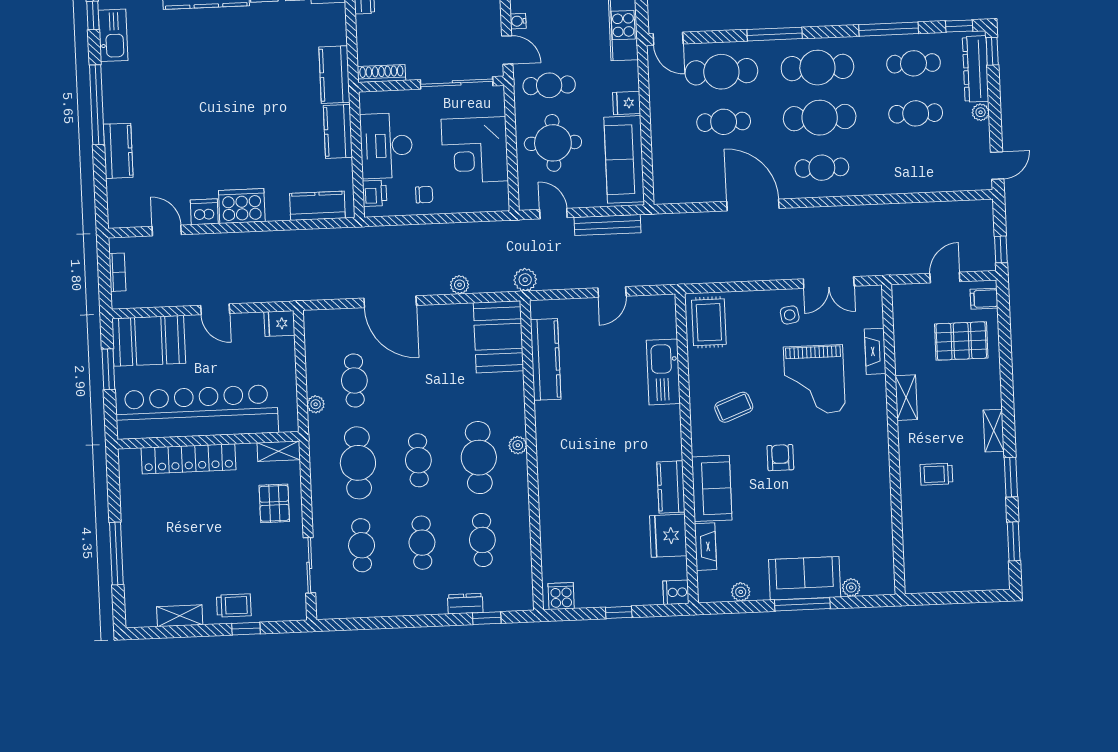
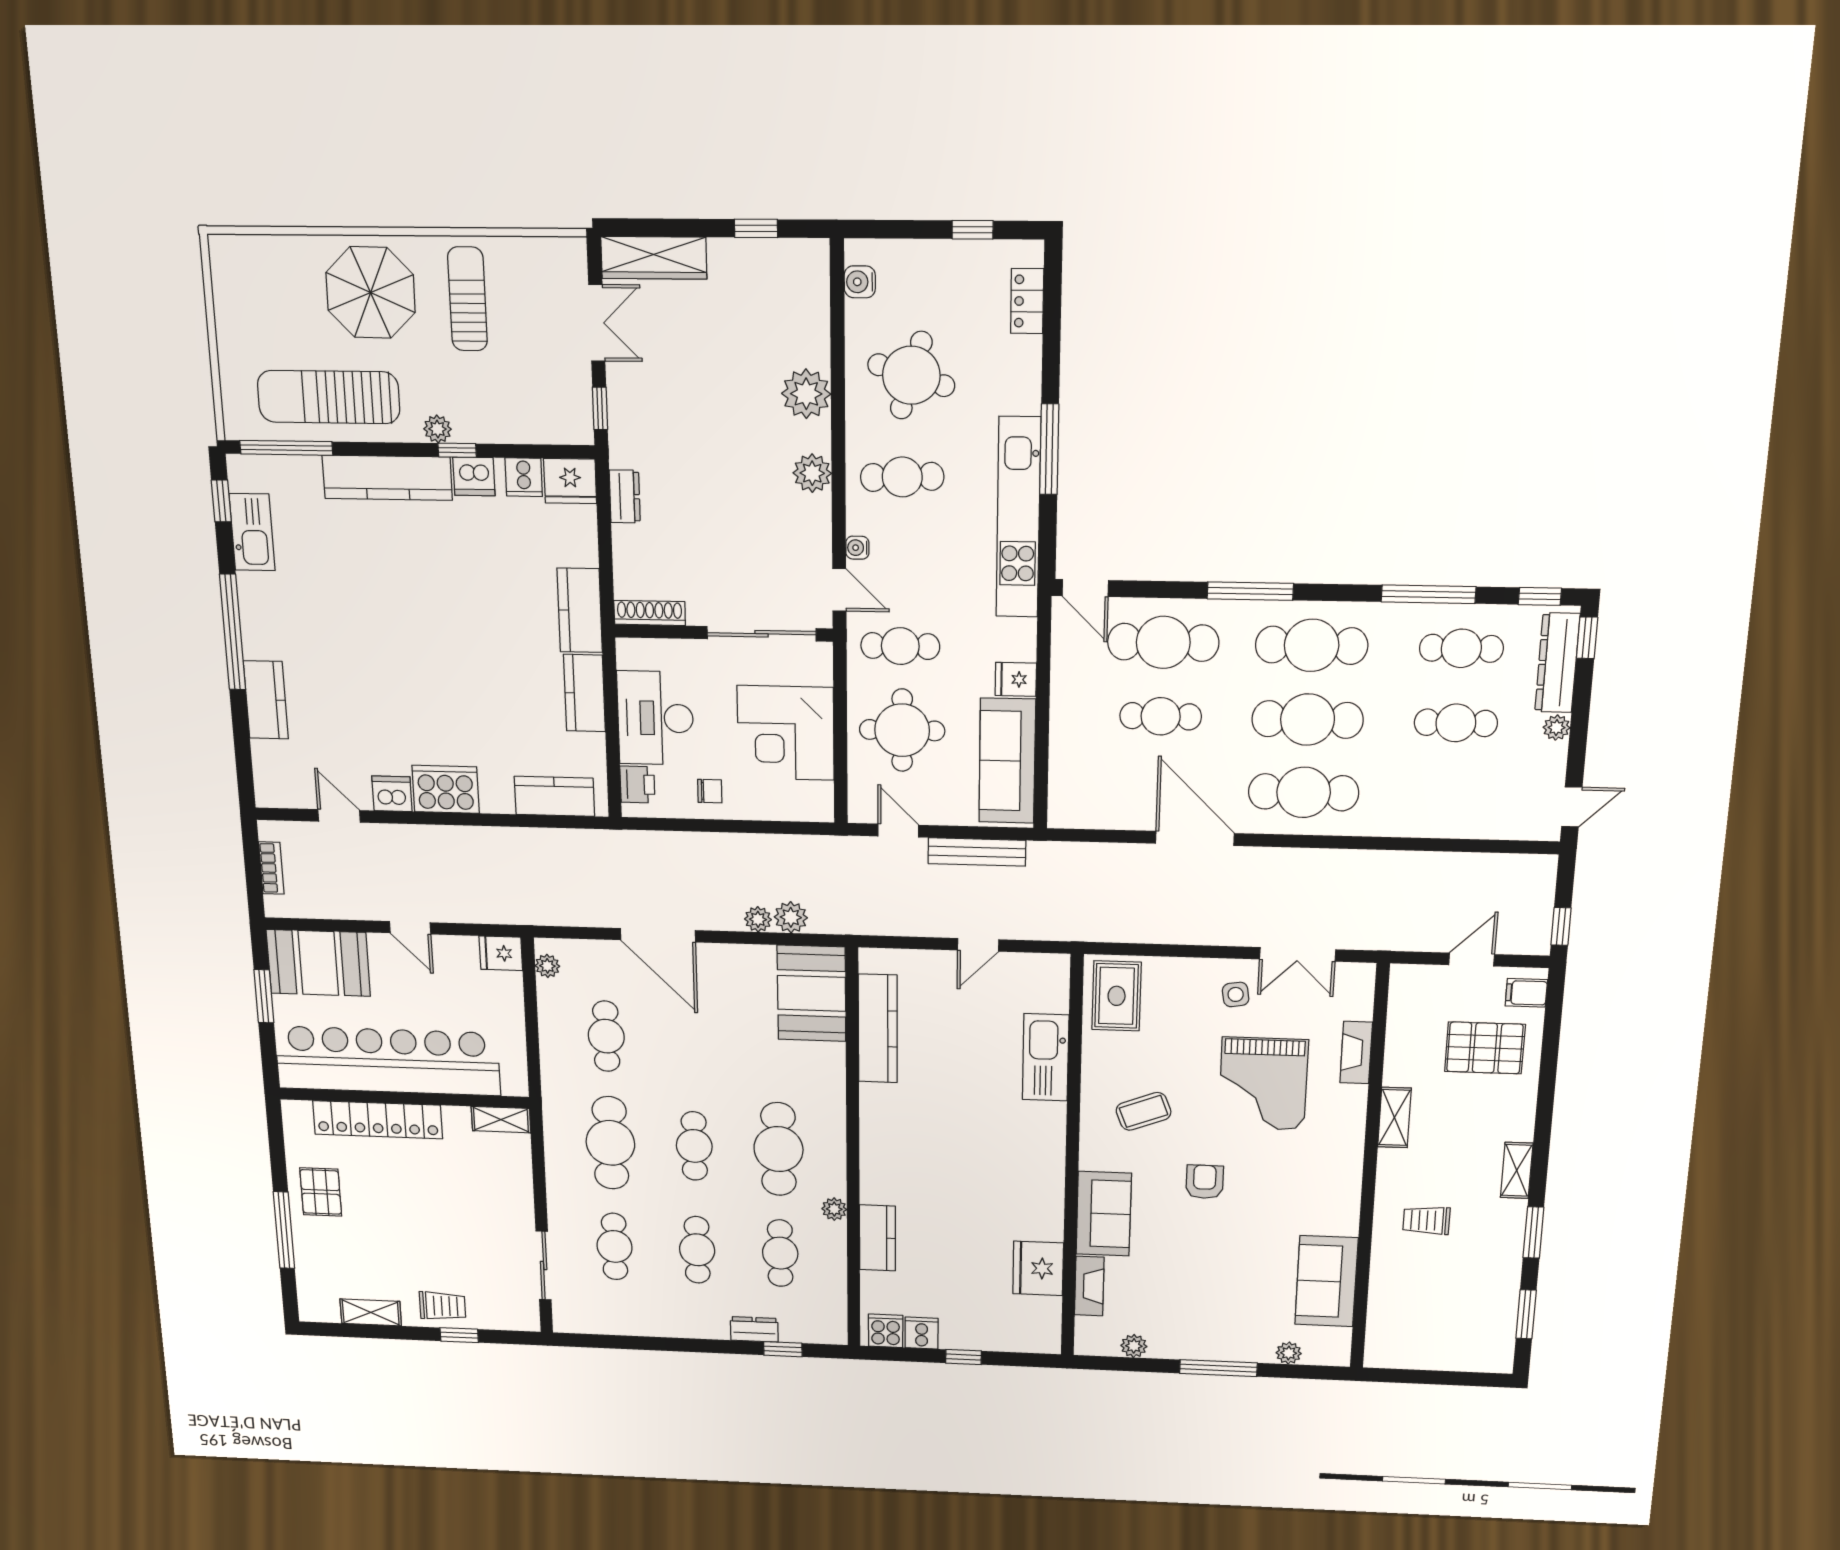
cafe table: (822, 168) -> (1304, 792), width x1.37, depth x1.35
plant: (525, 280) -> (791, 917), moved
plant: (316, 404) -> (547, 966), moved
plant: (518, 445) -> (834, 1209), moved
kitchen counter: (671, 487) -> (877, 1238), moved, turned 180
pallet: (274, 503) -> (321, 1192), moved
sofa: (805, 578) -> (1326, 1281), moved, turned -90
cooker: (676, 592) -> (922, 1333), moved, turned 90

